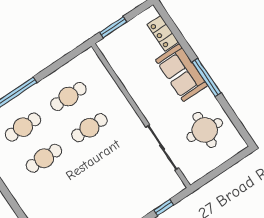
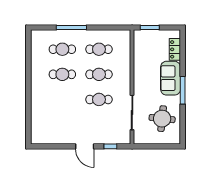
cafe table: (110, 159) -> (99, 99), added

